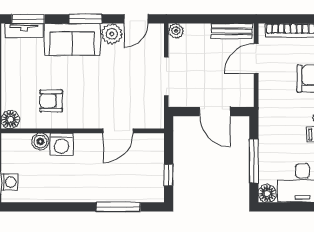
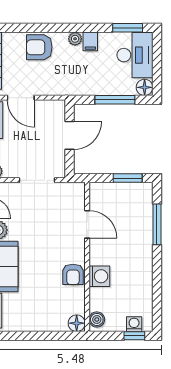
armchair: (51, 101) -> (73, 274), moved
boiler: (40, 141) -> (97, 319), moved
window: (169, 175) -> (128, 178), width x1.50

